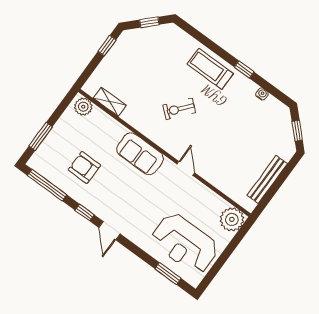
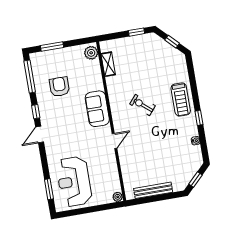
treadmill: (210, 69) -> (181, 100), turned 180
plant: (232, 219) -> (118, 197), width x0.53, depth x0.53

